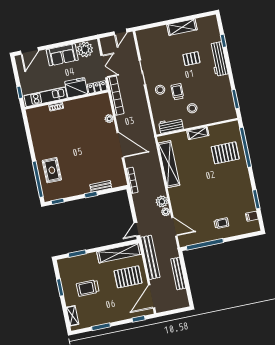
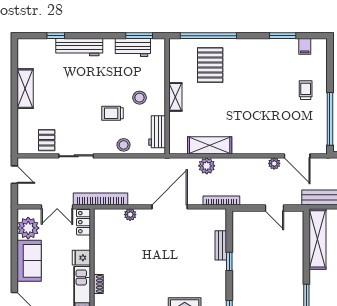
pallet: (191, 59) -> (47, 140), moved
double door: (104, 66) -> (57, 207), swing flipped
fridge: (76, 88) -> (81, 258), width x0.53, depth x0.75
stool: (160, 90) -> (124, 145), moved
workbench: (226, 96) -> (133, 47), added
shelving: (169, 164) -> (210, 145), width x0.68
plant: (162, 201) -> (207, 166), moved
door: (174, 227) -> (297, 156), swing flipped
door: (137, 229) -> (274, 208), moved

